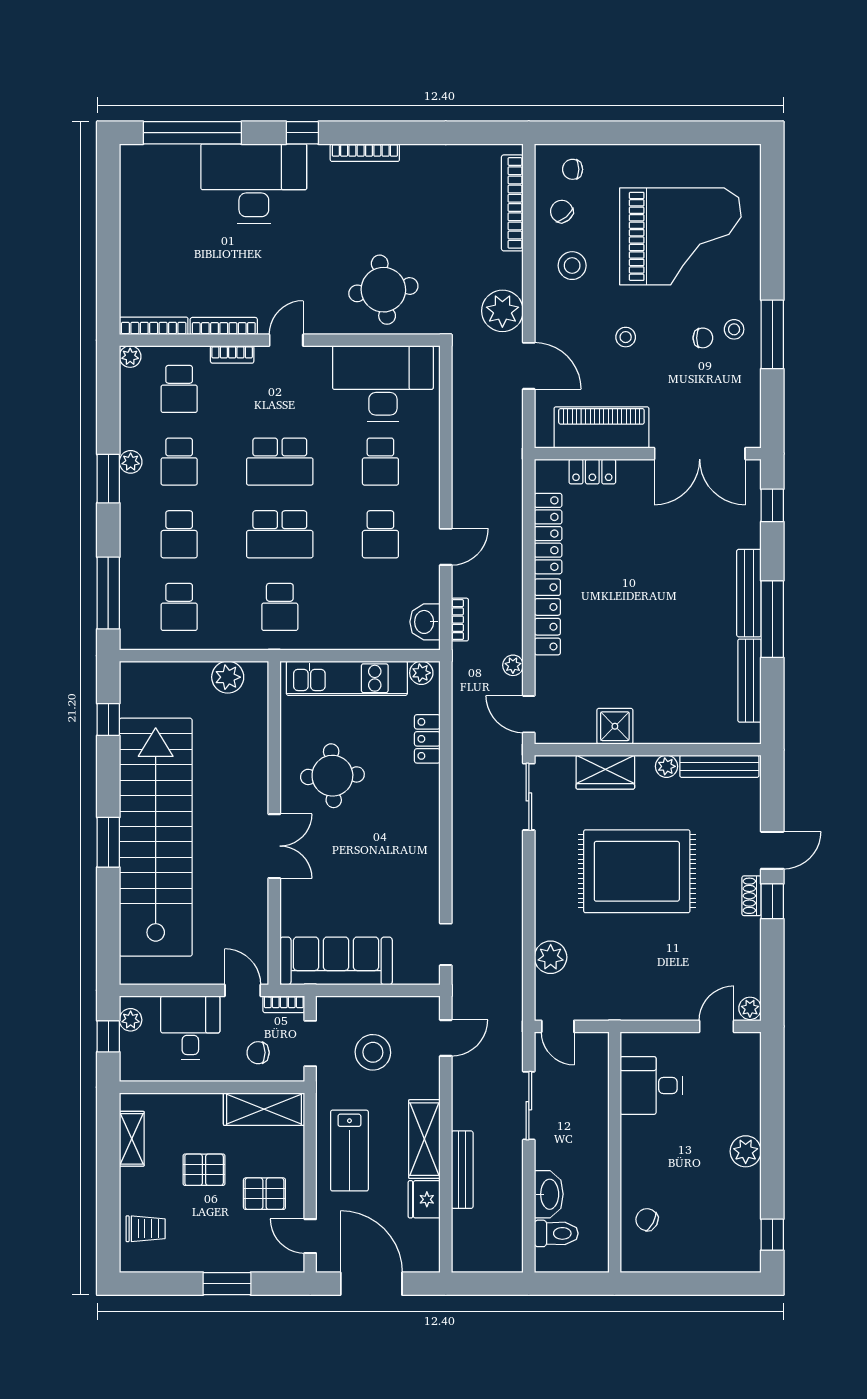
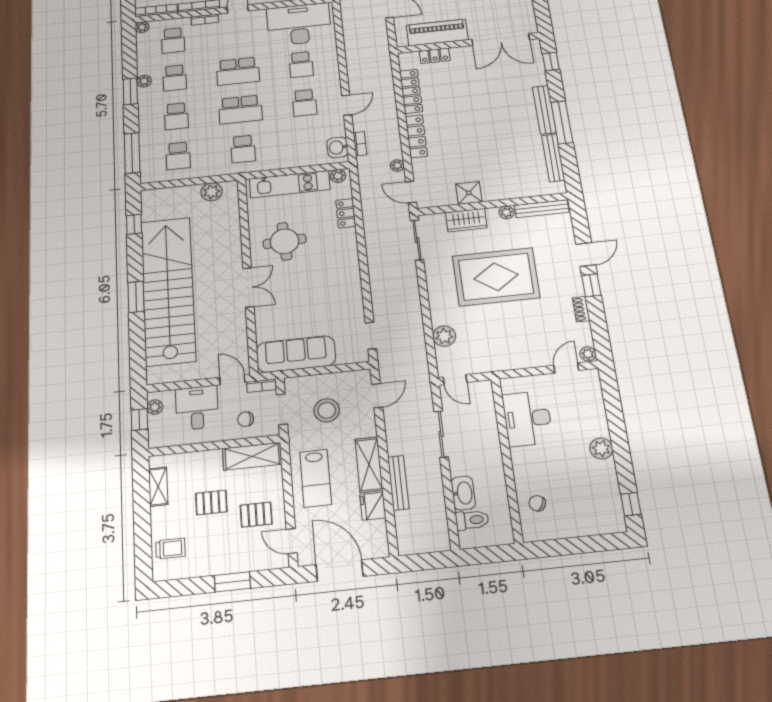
shoe rack: (752, 896) -> (581, 309), moved
desk: (651, 1086) -> (527, 419), width x1.37

